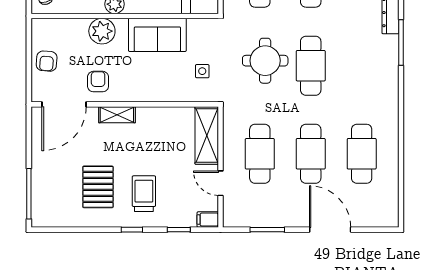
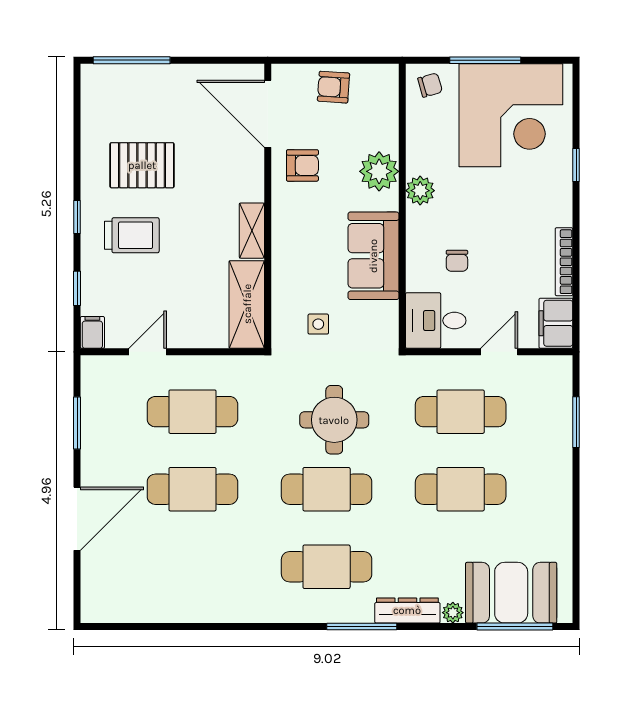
shelving: (117, 115) -> (252, 231), moved
shelving: (207, 135) -> (247, 304), moved, turned 90
cafe table: (362, 154) -> (327, 567), moved

